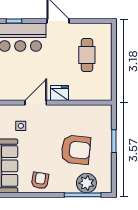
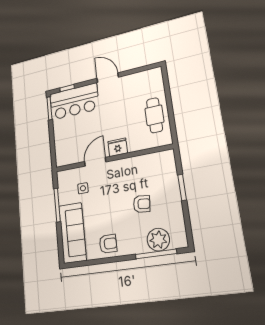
cafe table: (87, 55) -> (154, 115), moved
armchair: (76, 150) -> (142, 204), width x0.53, depth x0.53
armchair: (40, 181) -> (108, 244), turned 81

